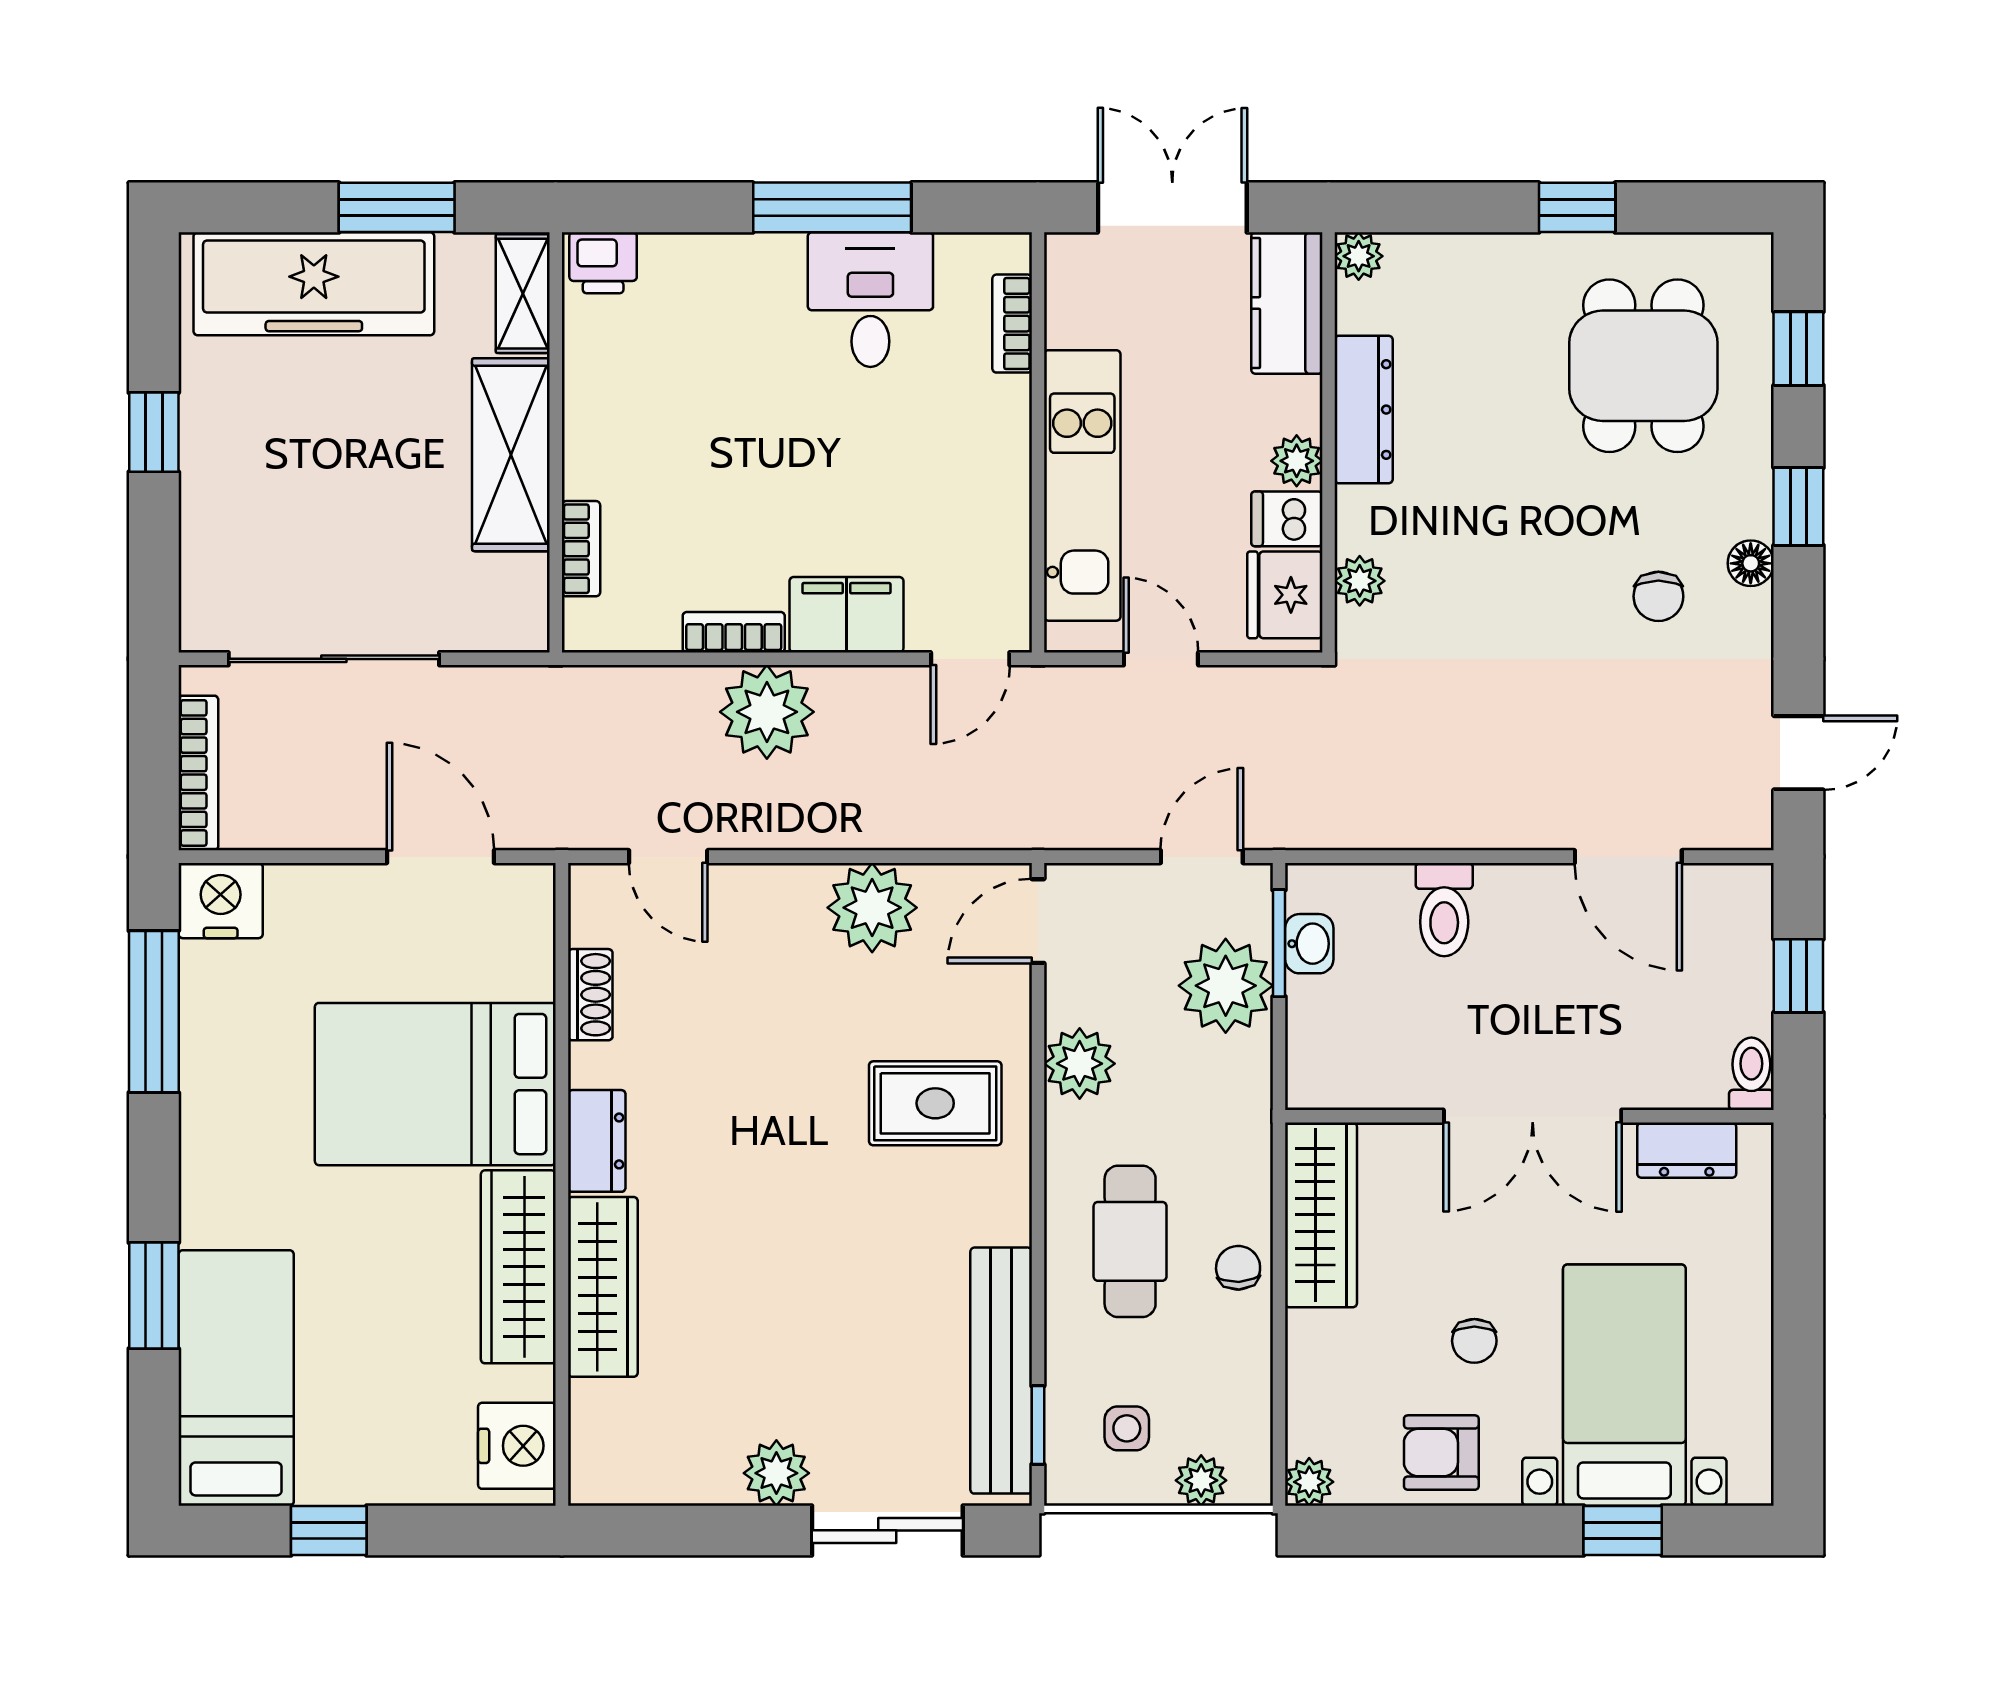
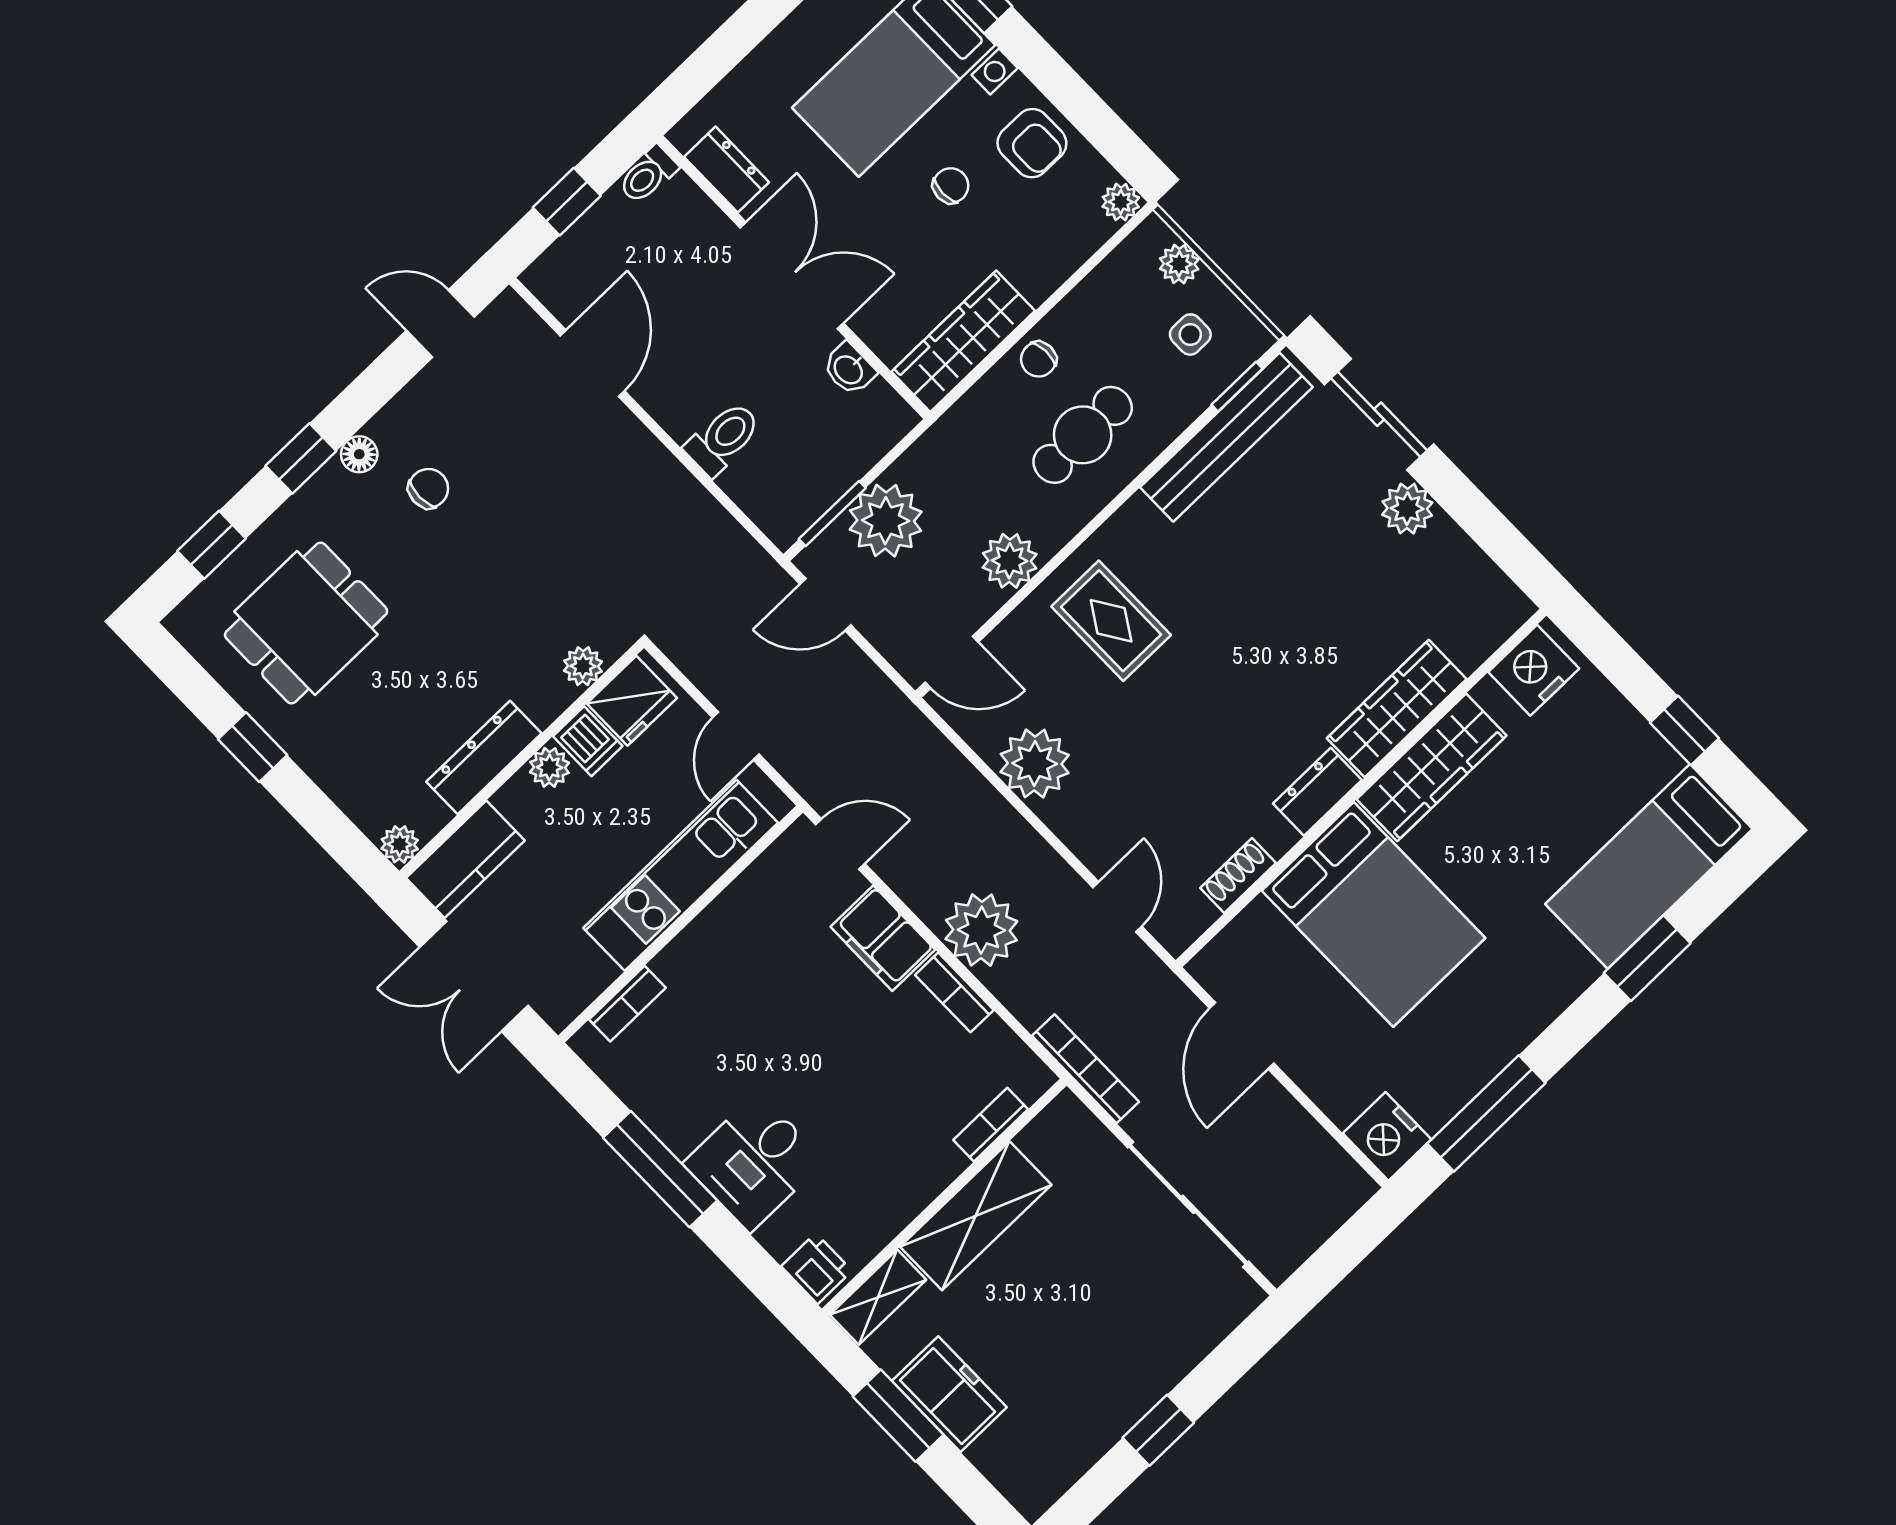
freezer: (314, 284) -> (949, 1394), width x0.52, depth x0.79
desk: (870, 300) -> (754, 1162), moved
bookcase: (198, 773) -> (1086, 1069), moved, turned 90
washbasin: (1309, 944) -> (849, 369), moved, turned -90

